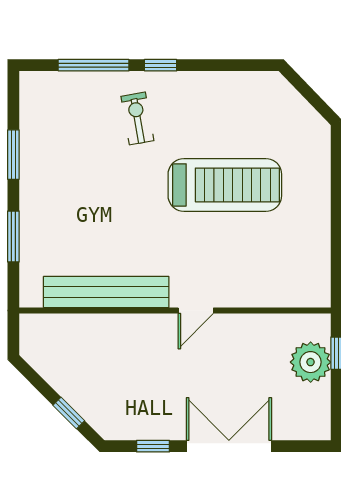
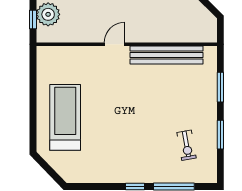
exercise bike: (137, 118) -> (187, 145), moved
treadmill: (225, 185) -> (65, 117), moved, turned 90

